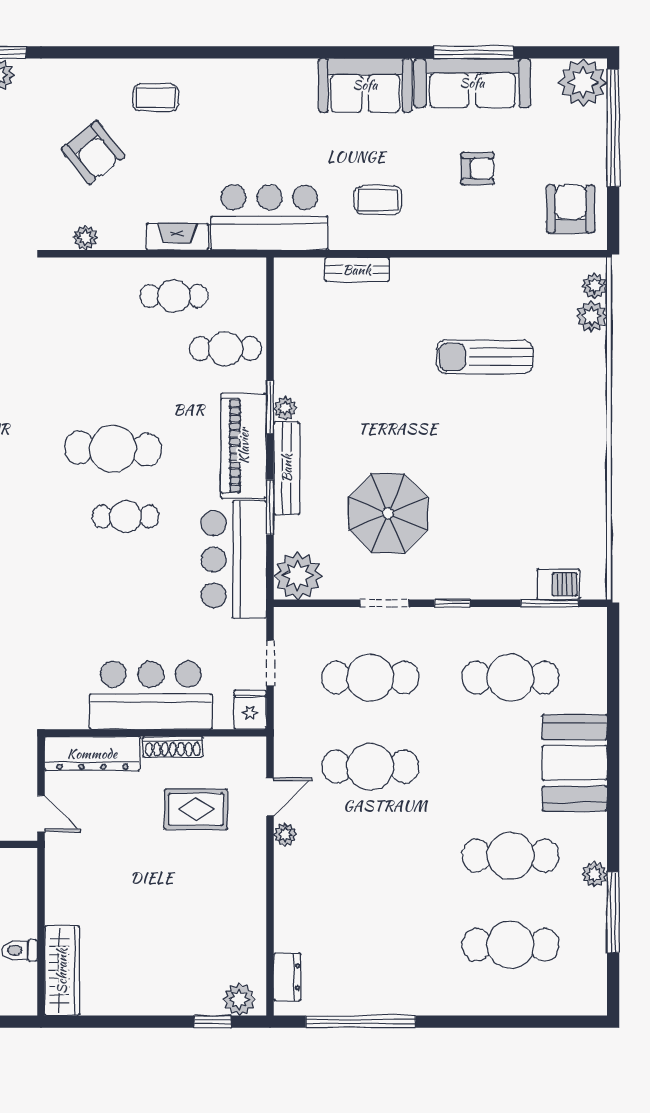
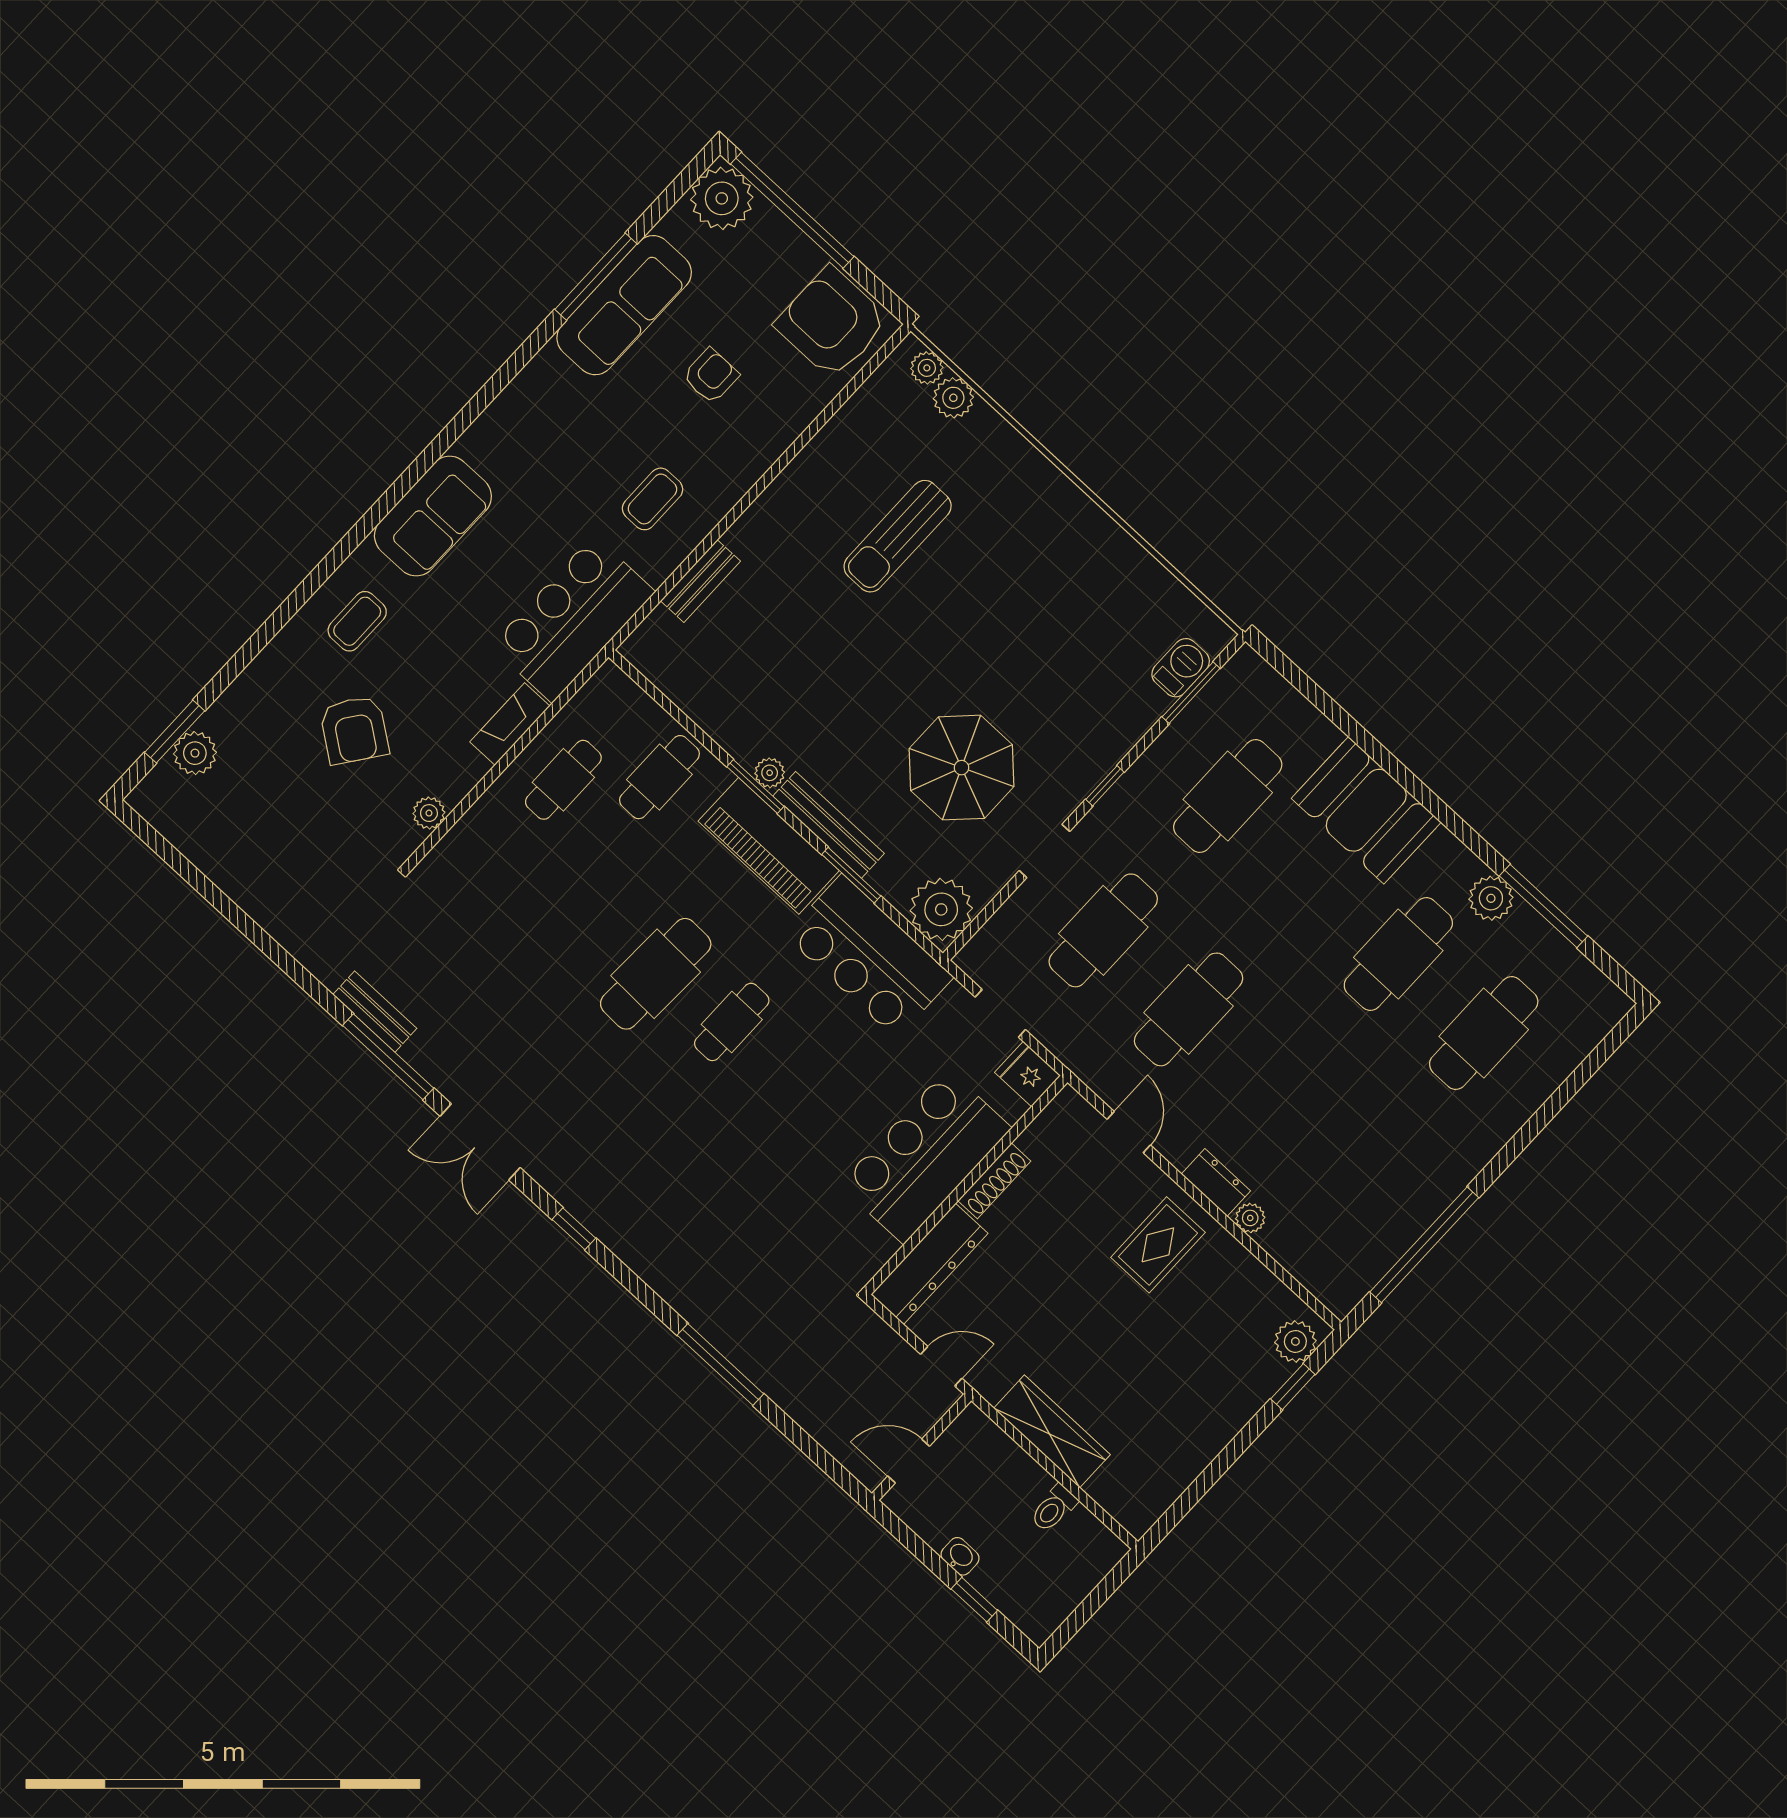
sofa: (365, 85) -> (433, 516), moved
armchair: (93, 152) -> (354, 730), turned 75
armchair: (571, 209) -> (832, 323), width x1.36, depth x1.36
rug: (196, 809) -> (1158, 1245), moved
plant: (285, 834) -> (1250, 1218), moved
plant: (595, 874) -> (1491, 898), width x1.38, depth x1.38
wardrobe: (62, 971) -> (1052, 1431), moved
dresser: (287, 977) -> (1216, 1183), moved

